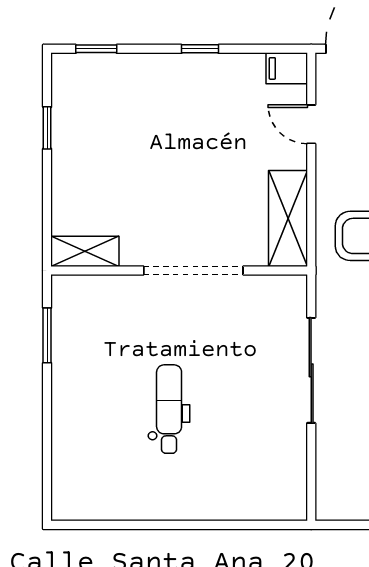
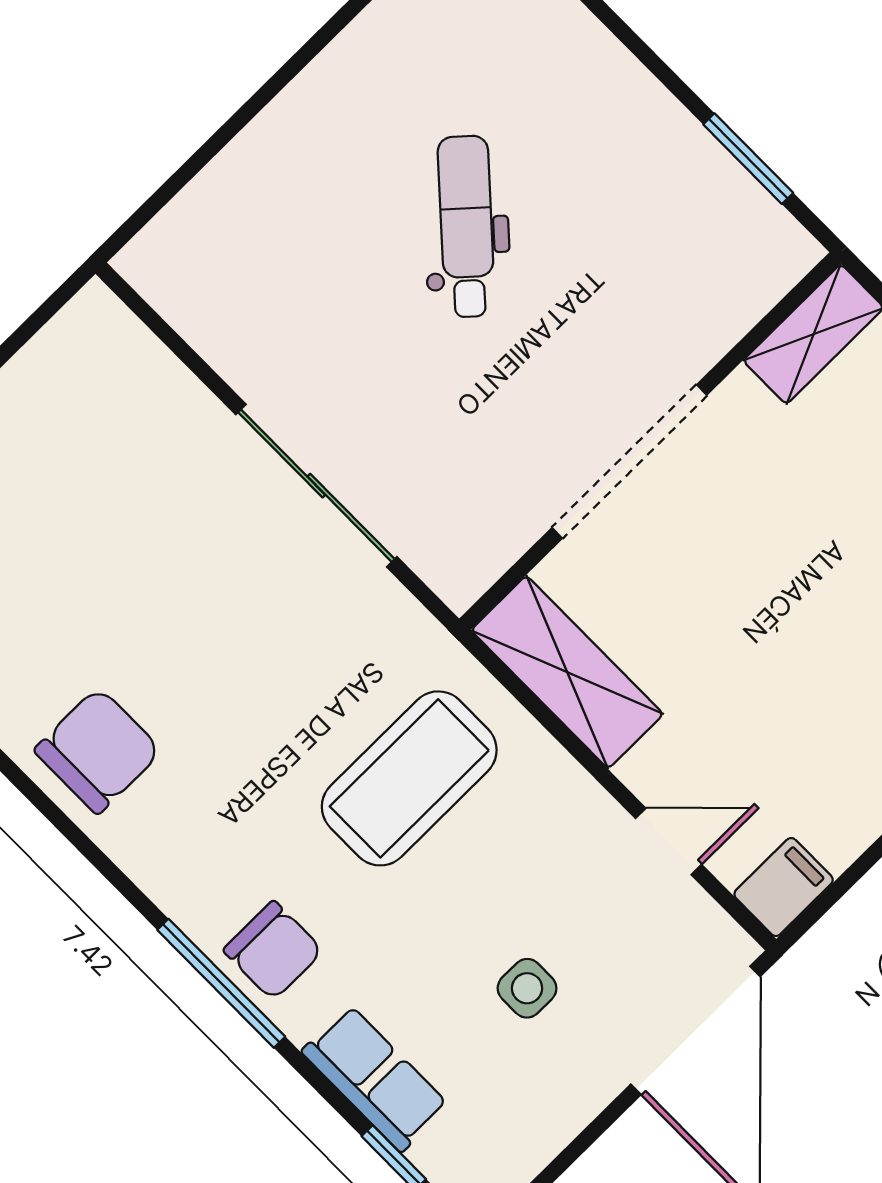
dental chair: (169, 409) -> (466, 226), turned -138

